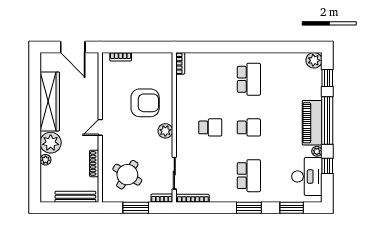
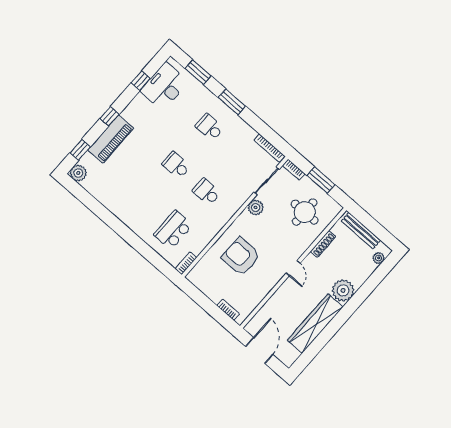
school desk: (249, 79) -> (173, 230), moved
window: (327, 121) -> (110, 116), width x0.32
piano: (312, 123) -> (111, 139), moved
door: (100, 127) -> (293, 268), hinge flipped
plant: (165, 131) -> (256, 207), moved
plant: (317, 151) -> (139, 99), removed
plant: (46, 160) -> (379, 258), moved
round table: (127, 175) -> (305, 212), turned -32
school desk: (249, 176) -> (209, 127), width x0.54

